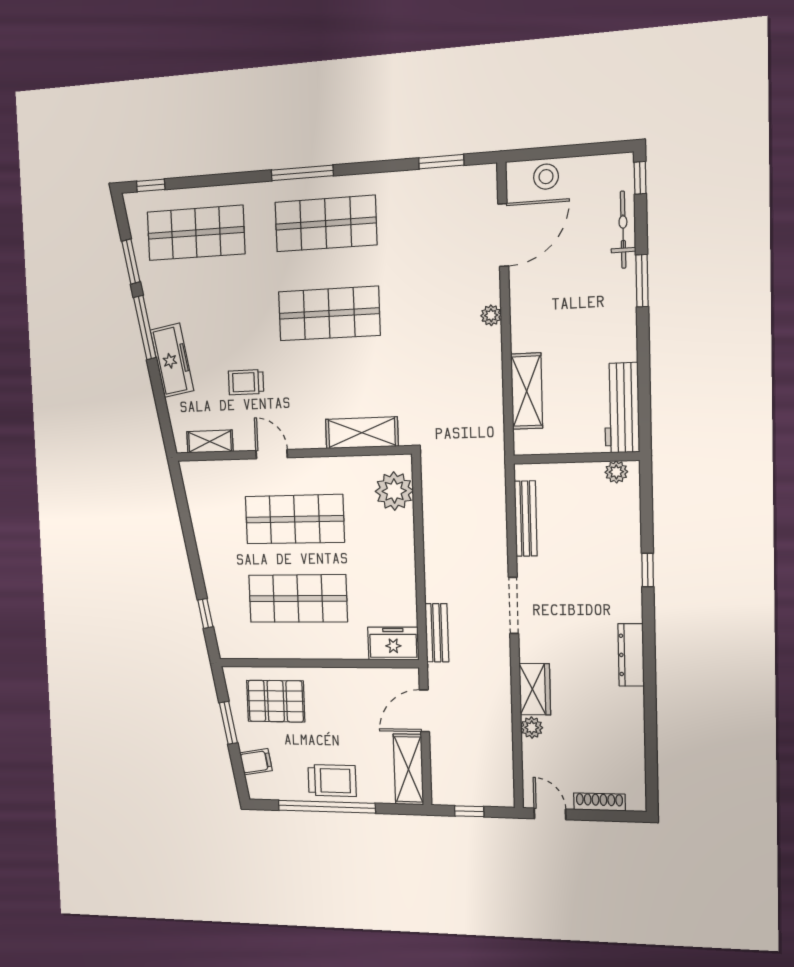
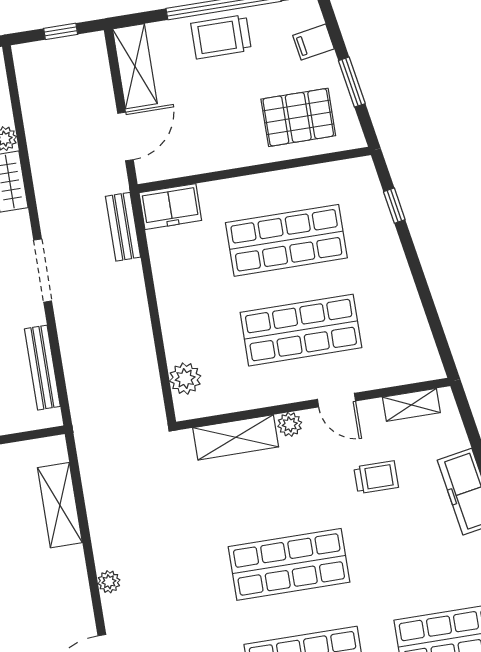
plant: (314, 438) -> (290, 424), added
plant: (394, 491) -> (185, 379), width x0.73, depth x0.73

